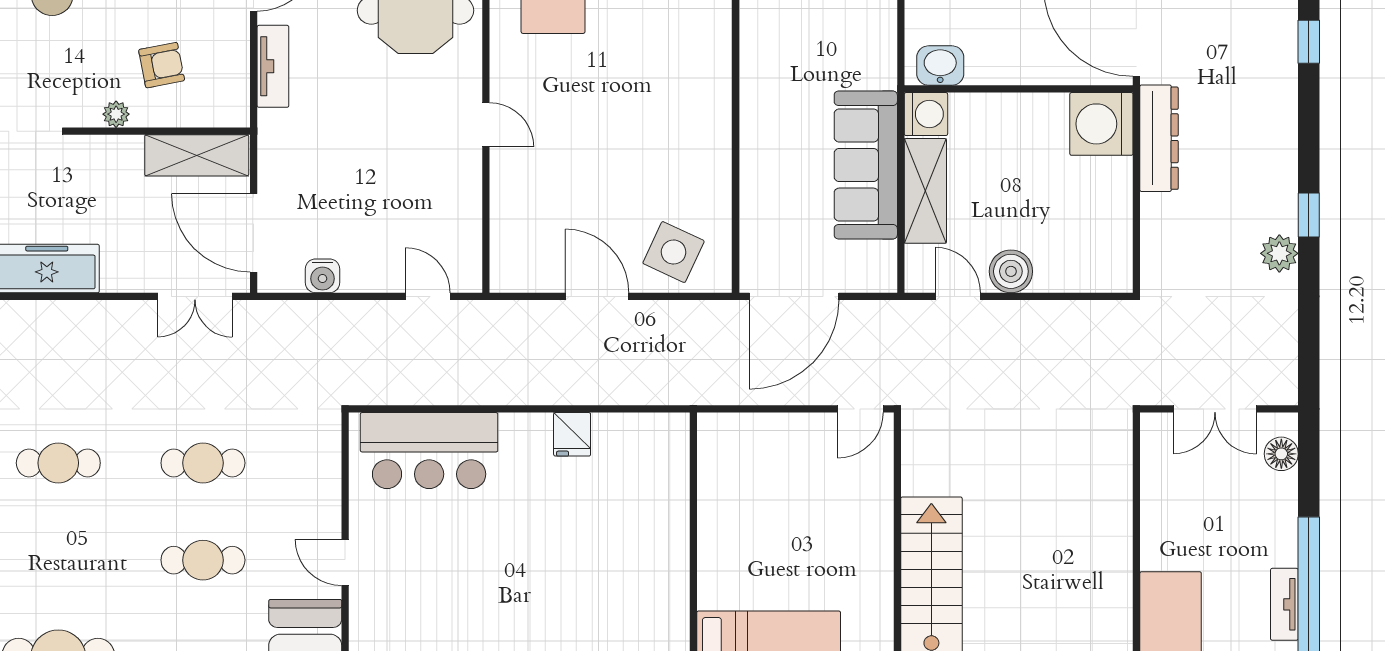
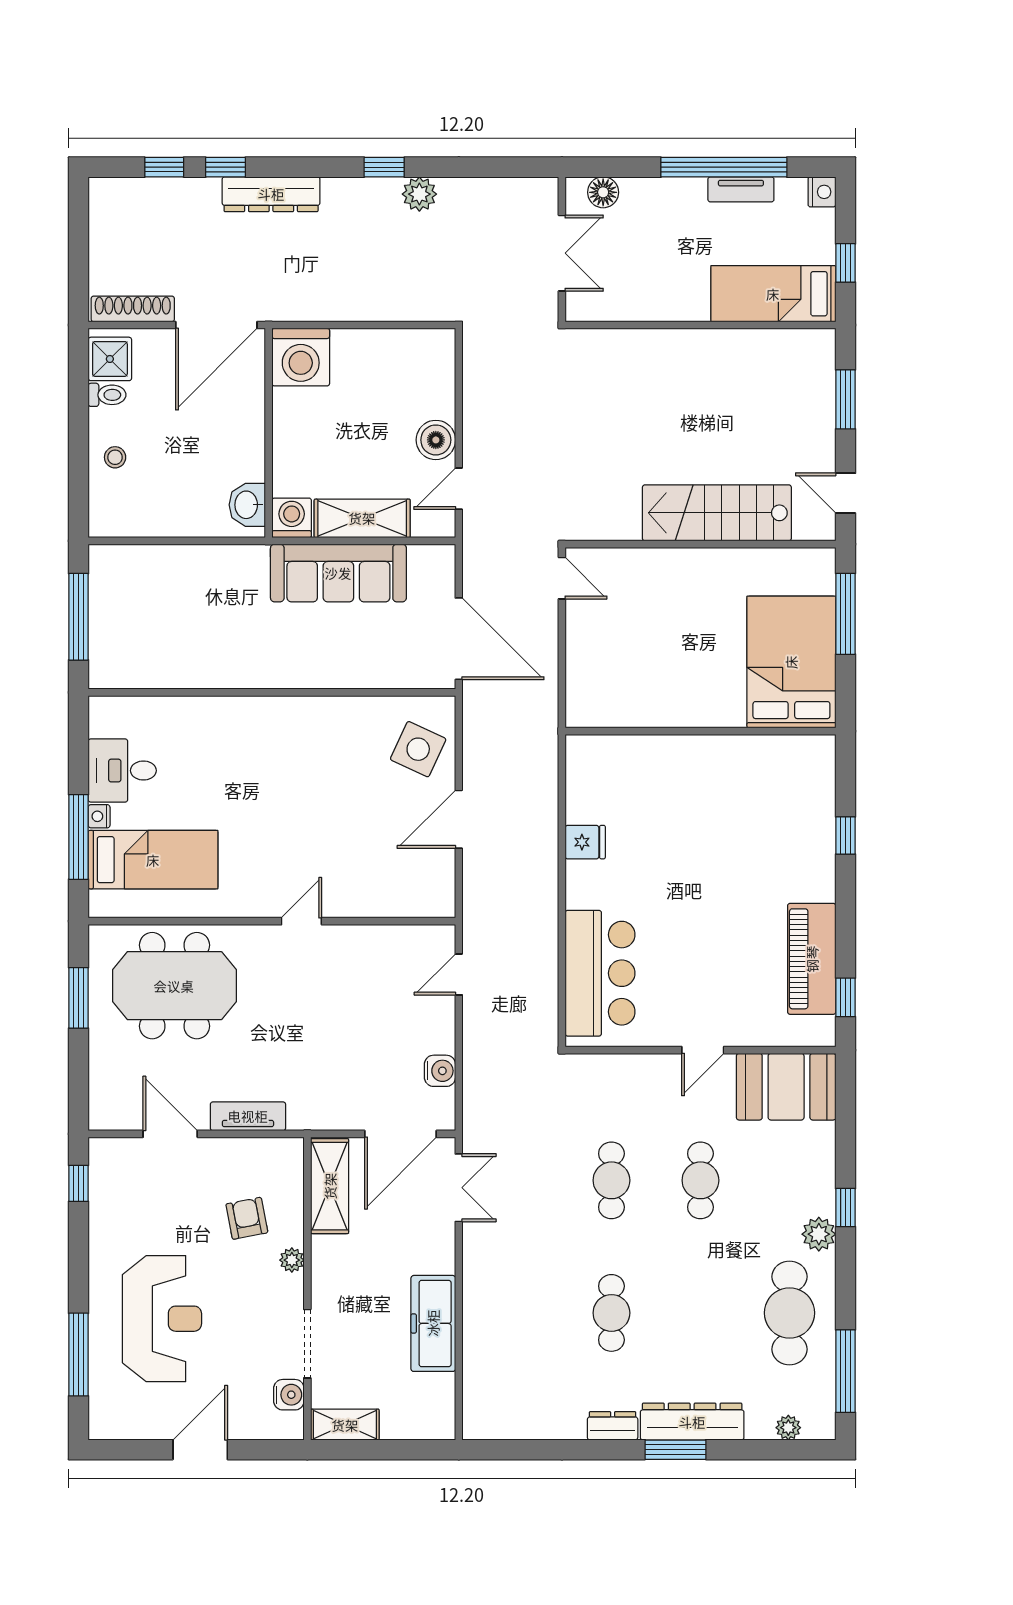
dresser: (1159, 138) -> (271, 194), moved, turned 180

